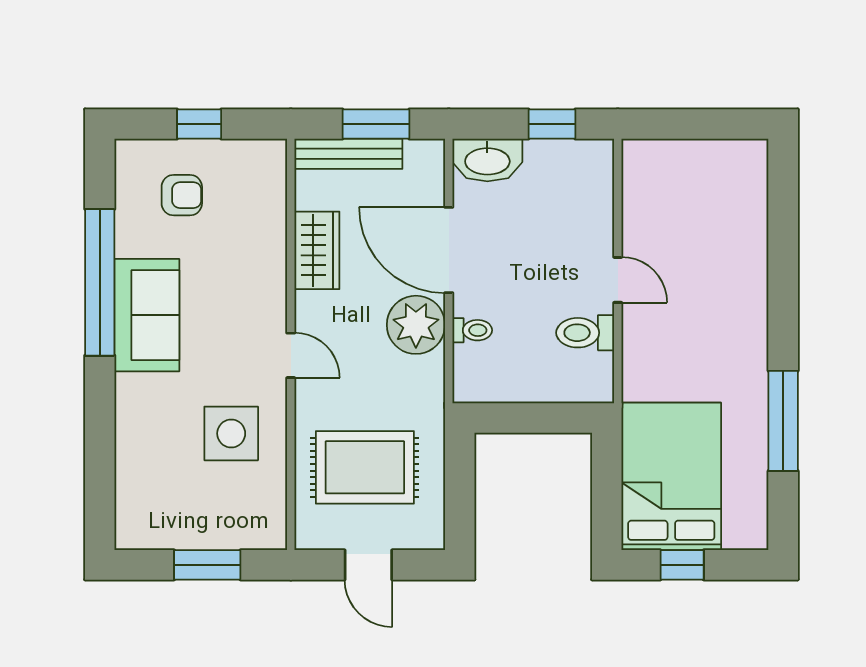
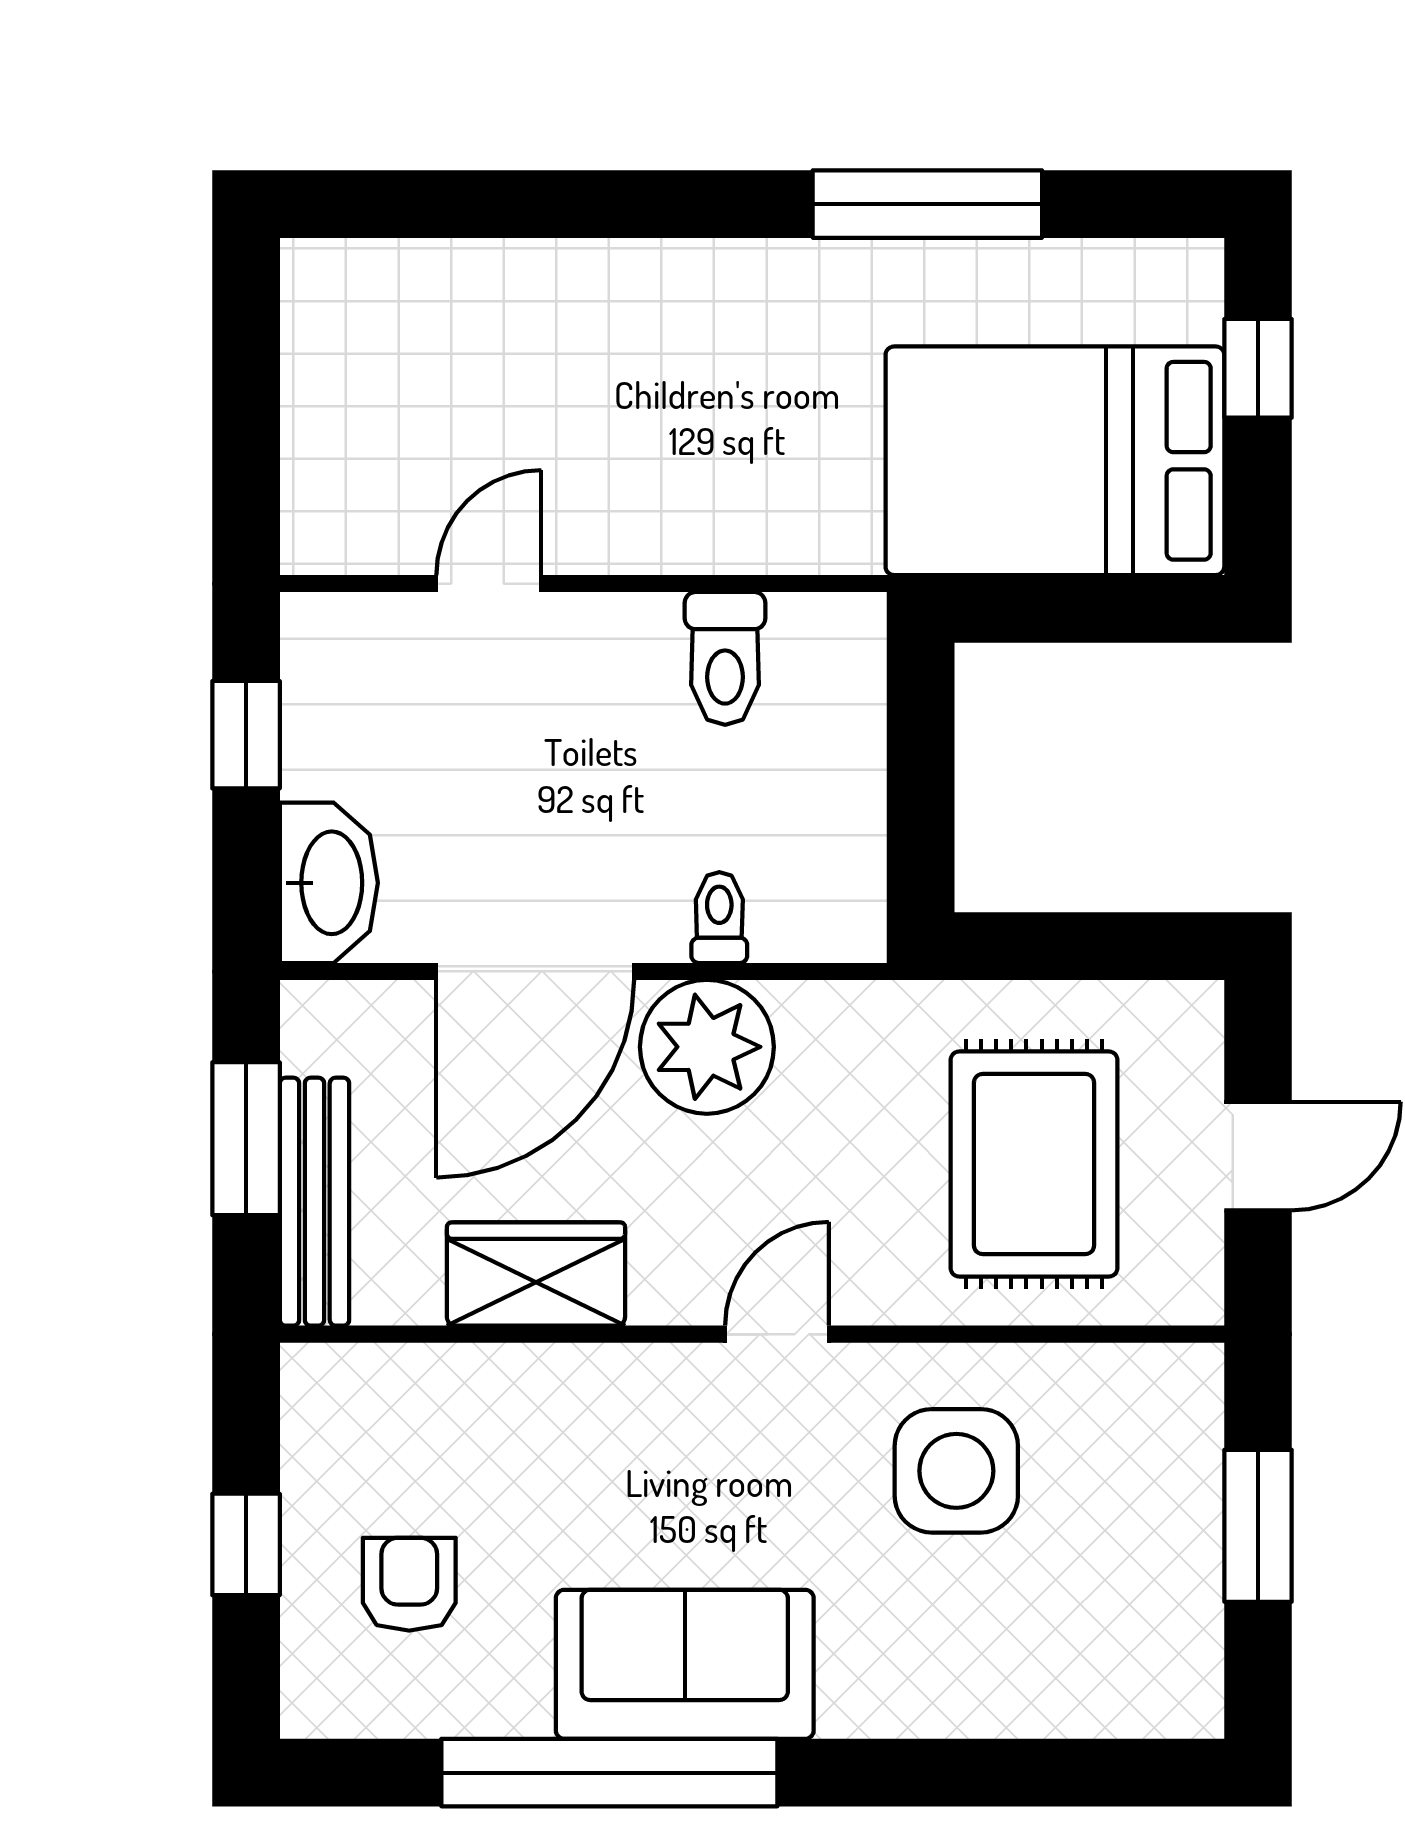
door: (618, 280) -> (489, 584), moved
window: (682, 565) -> (1258, 368), moved

